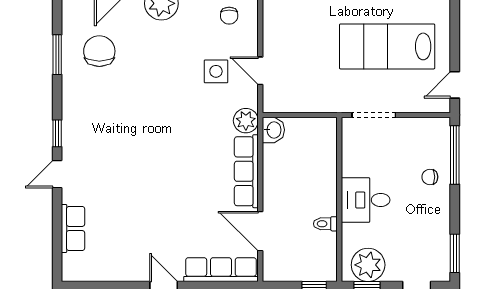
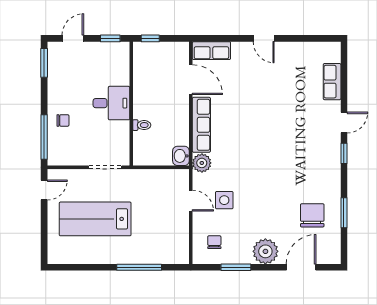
lab bench: (387, 46) -> (95, 219), turned 180
chair: (99, 51) -> (312, 215), turned 180
toilet: (325, 224) -> (142, 125), moved
plant: (368, 265) -> (110, 54), removed
row of seats: (221, 270) -> (211, 51), width x0.68

